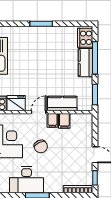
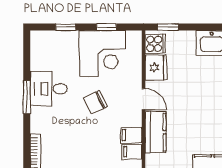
filing cabinet: (52, 120) -> (132, 152), moved
desk: (27, 180) -> (49, 89), width x0.73

